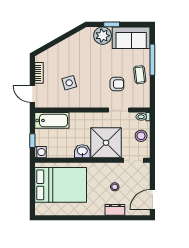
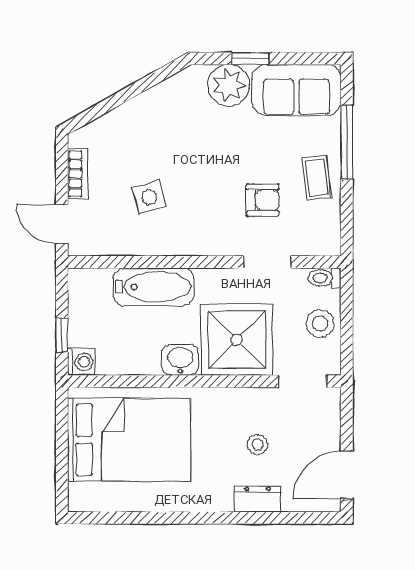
bathtub: (52, 120) -> (153, 287), moved

